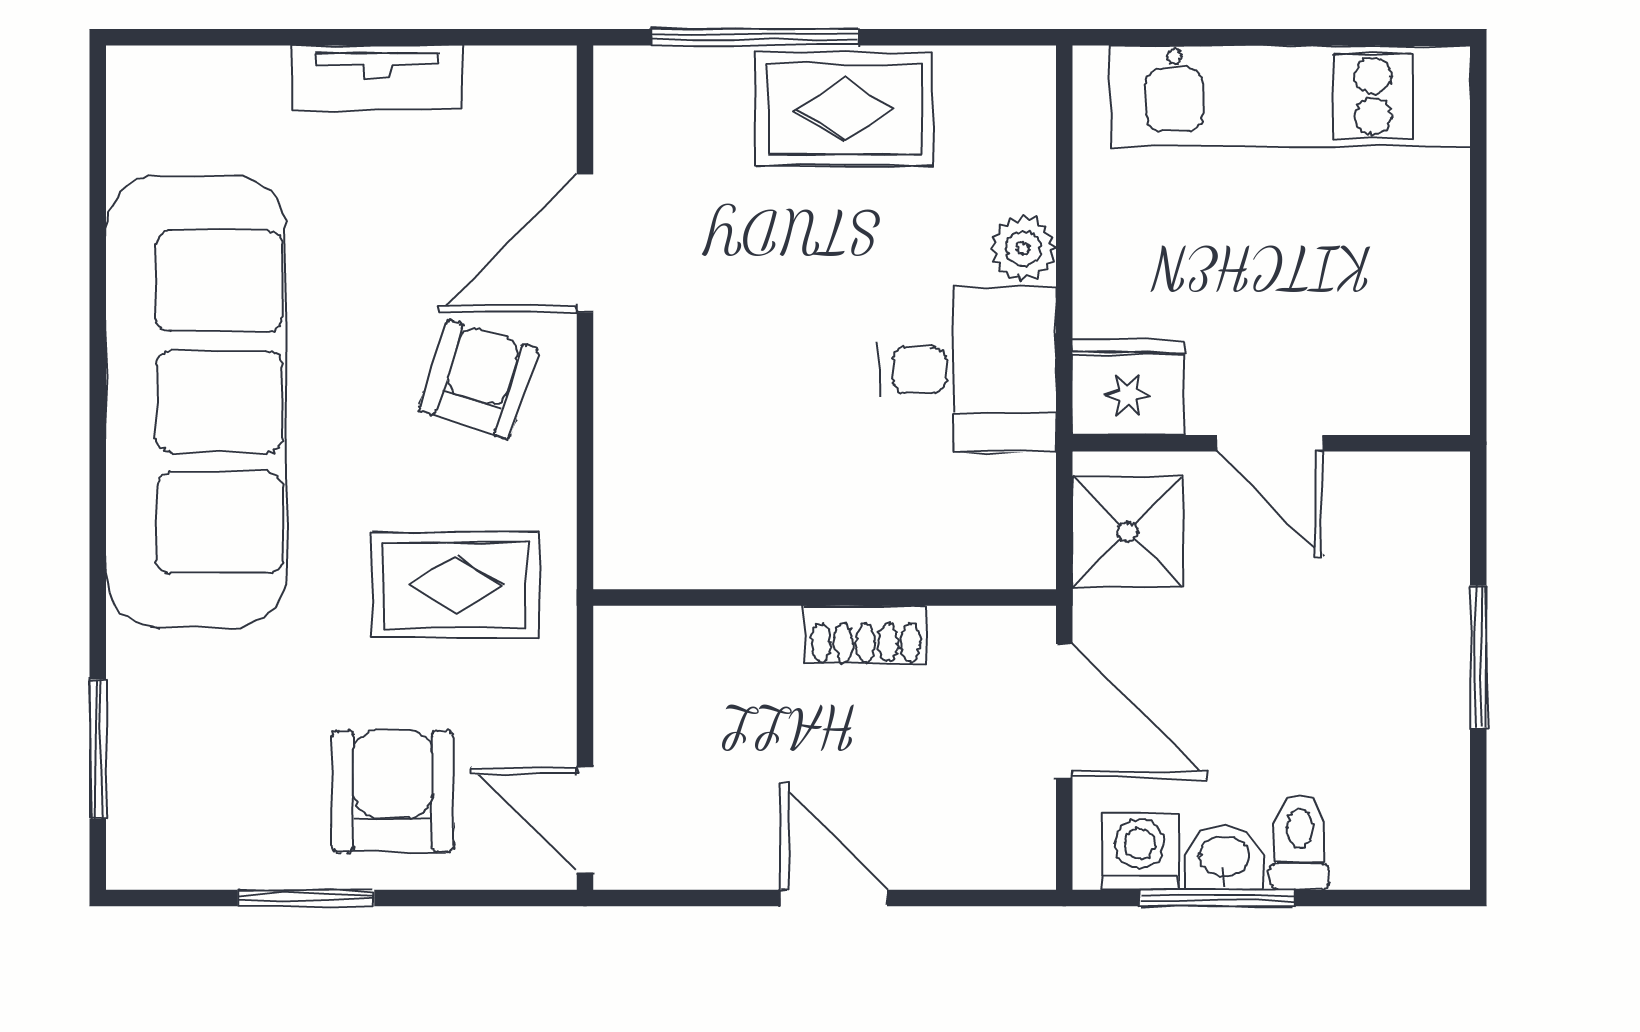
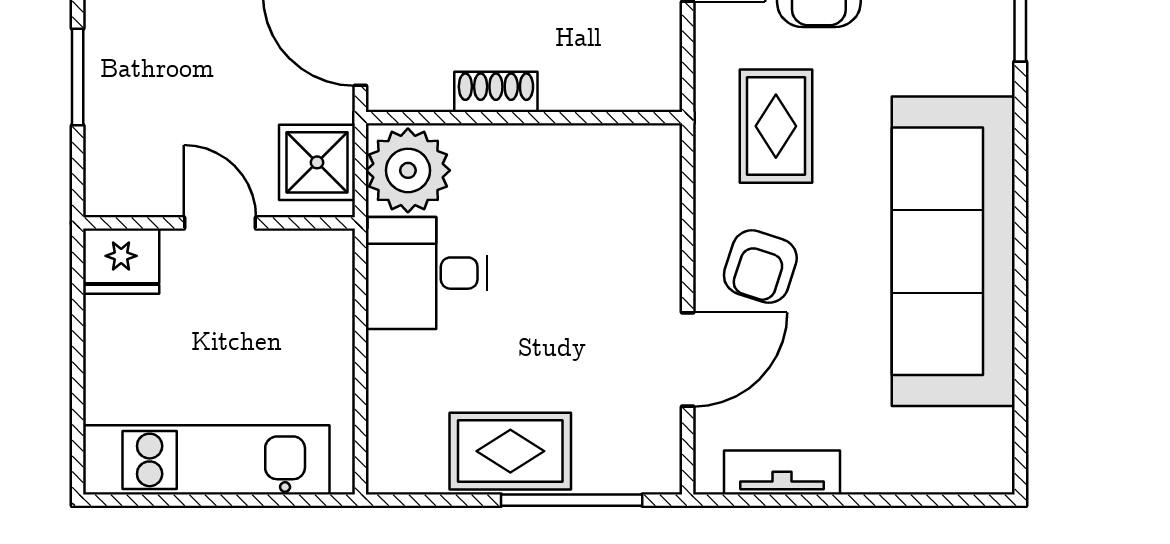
tv unit: (377, 78) -> (782, 473), moved
plant: (1023, 248) -> (408, 170), moved, width x1.88, depth x1.88
fridge: (1128, 387) -> (121, 261), moved
rug: (456, 585) -> (776, 126), turned 90

